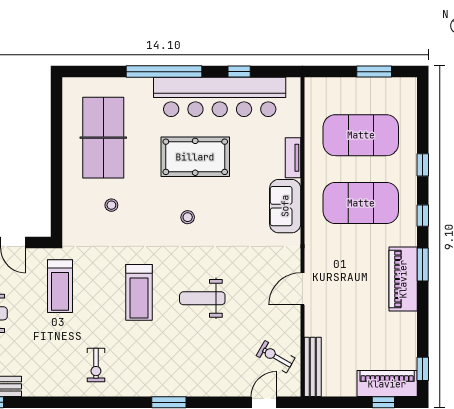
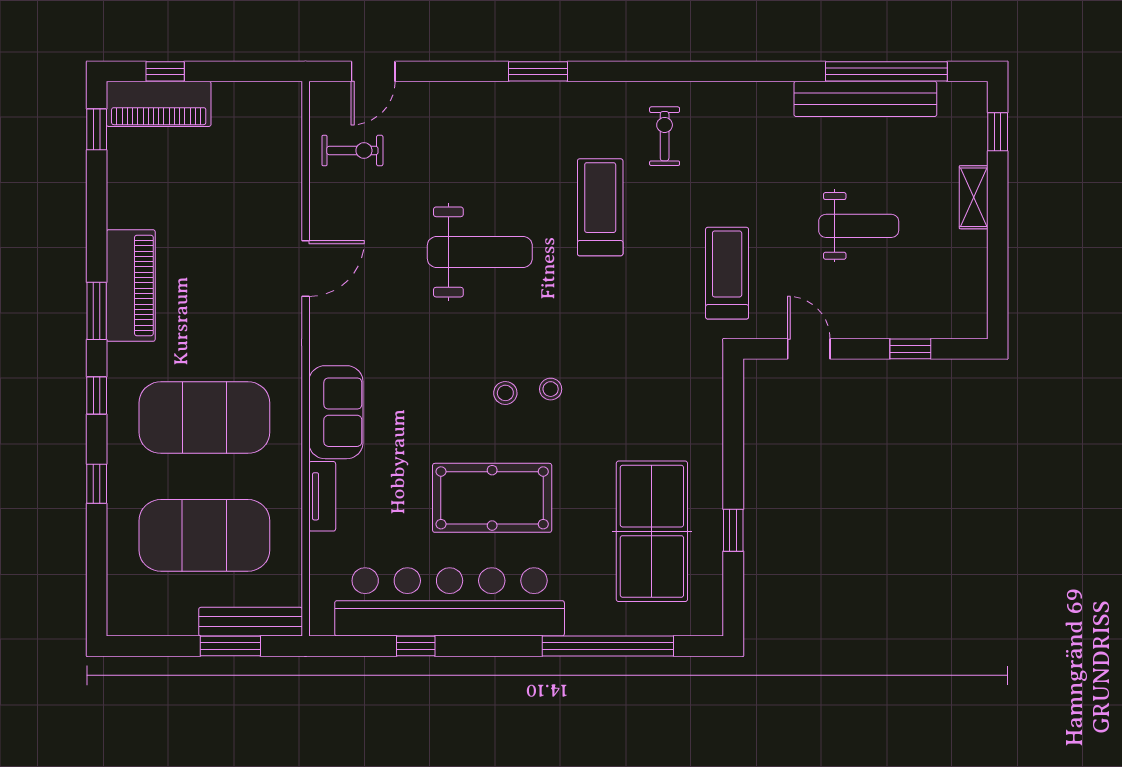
window: (164, 72) -> (608, 646), moved
window: (374, 72) -> (230, 646), moved
window: (56, 138) -> (733, 530), added
stool: (111, 205) -> (551, 389), moved
treadmill: (139, 292) -> (600, 207), moved
weight bench: (202, 298) -> (480, 252), width x1.36, depth x1.33
exercise bike: (276, 357) -> (352, 151), turned -30
bench: (313, 367) -> (251, 622), moved, turned 90

